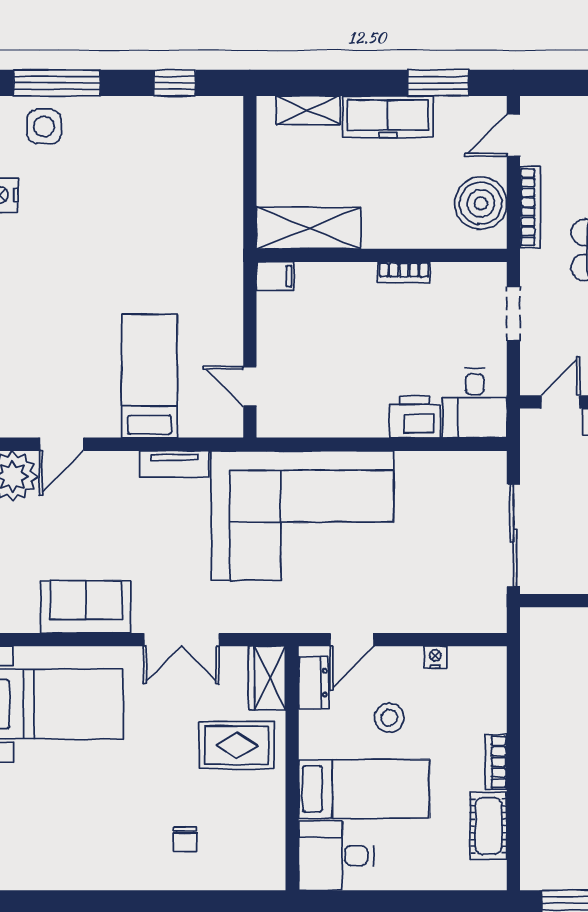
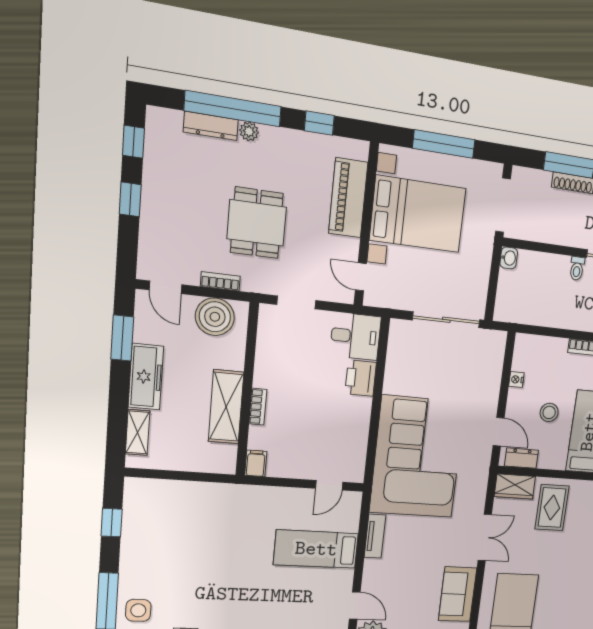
bookcase: (530, 207) -> (220, 281), width x0.64
shelving: (309, 228) -> (226, 407), moved
bookcase: (404, 272) -> (258, 407), moved

